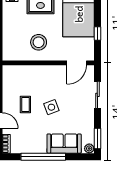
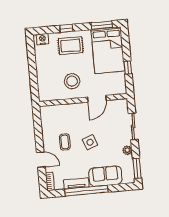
door: (77, 63) -> (97, 99), moved
tv unit: (33, 148) -> (76, 183), added
plant: (89, 148) -> (127, 150), moved

